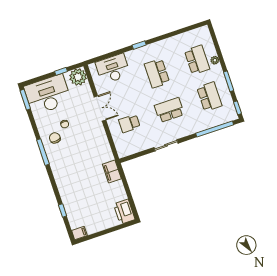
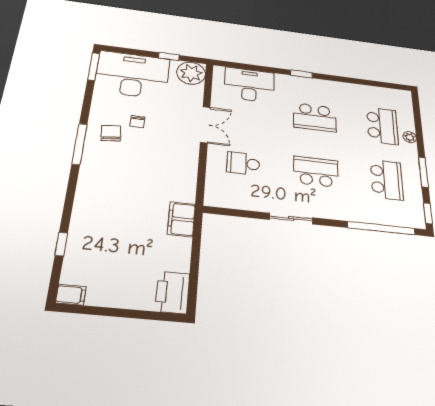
school desk: (157, 73) -> (315, 117), turned -90

